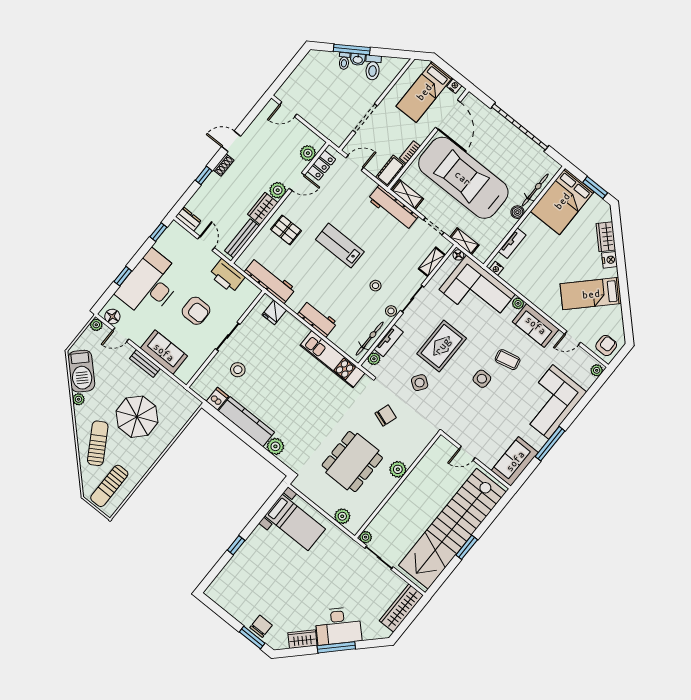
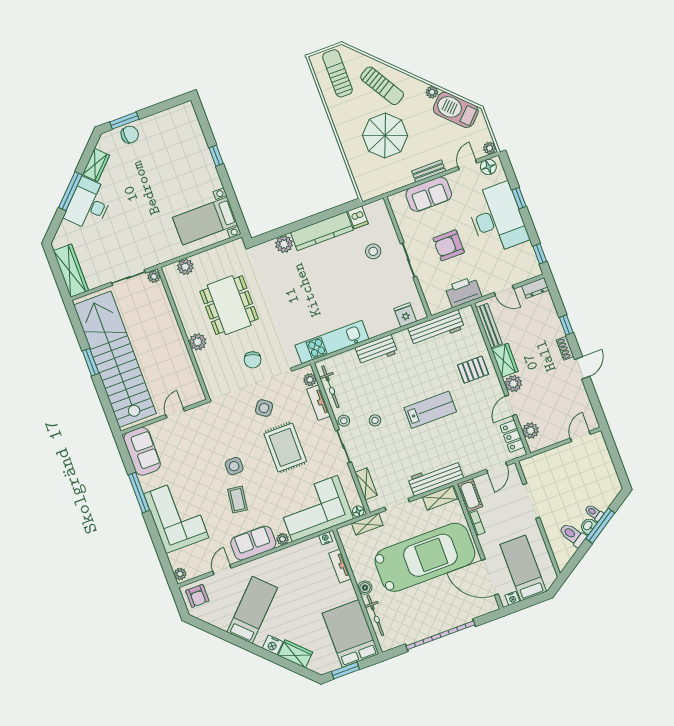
coffee table: (508, 360) -> (238, 500), turned -69
chair: (261, 626) -> (130, 135), turned -94

